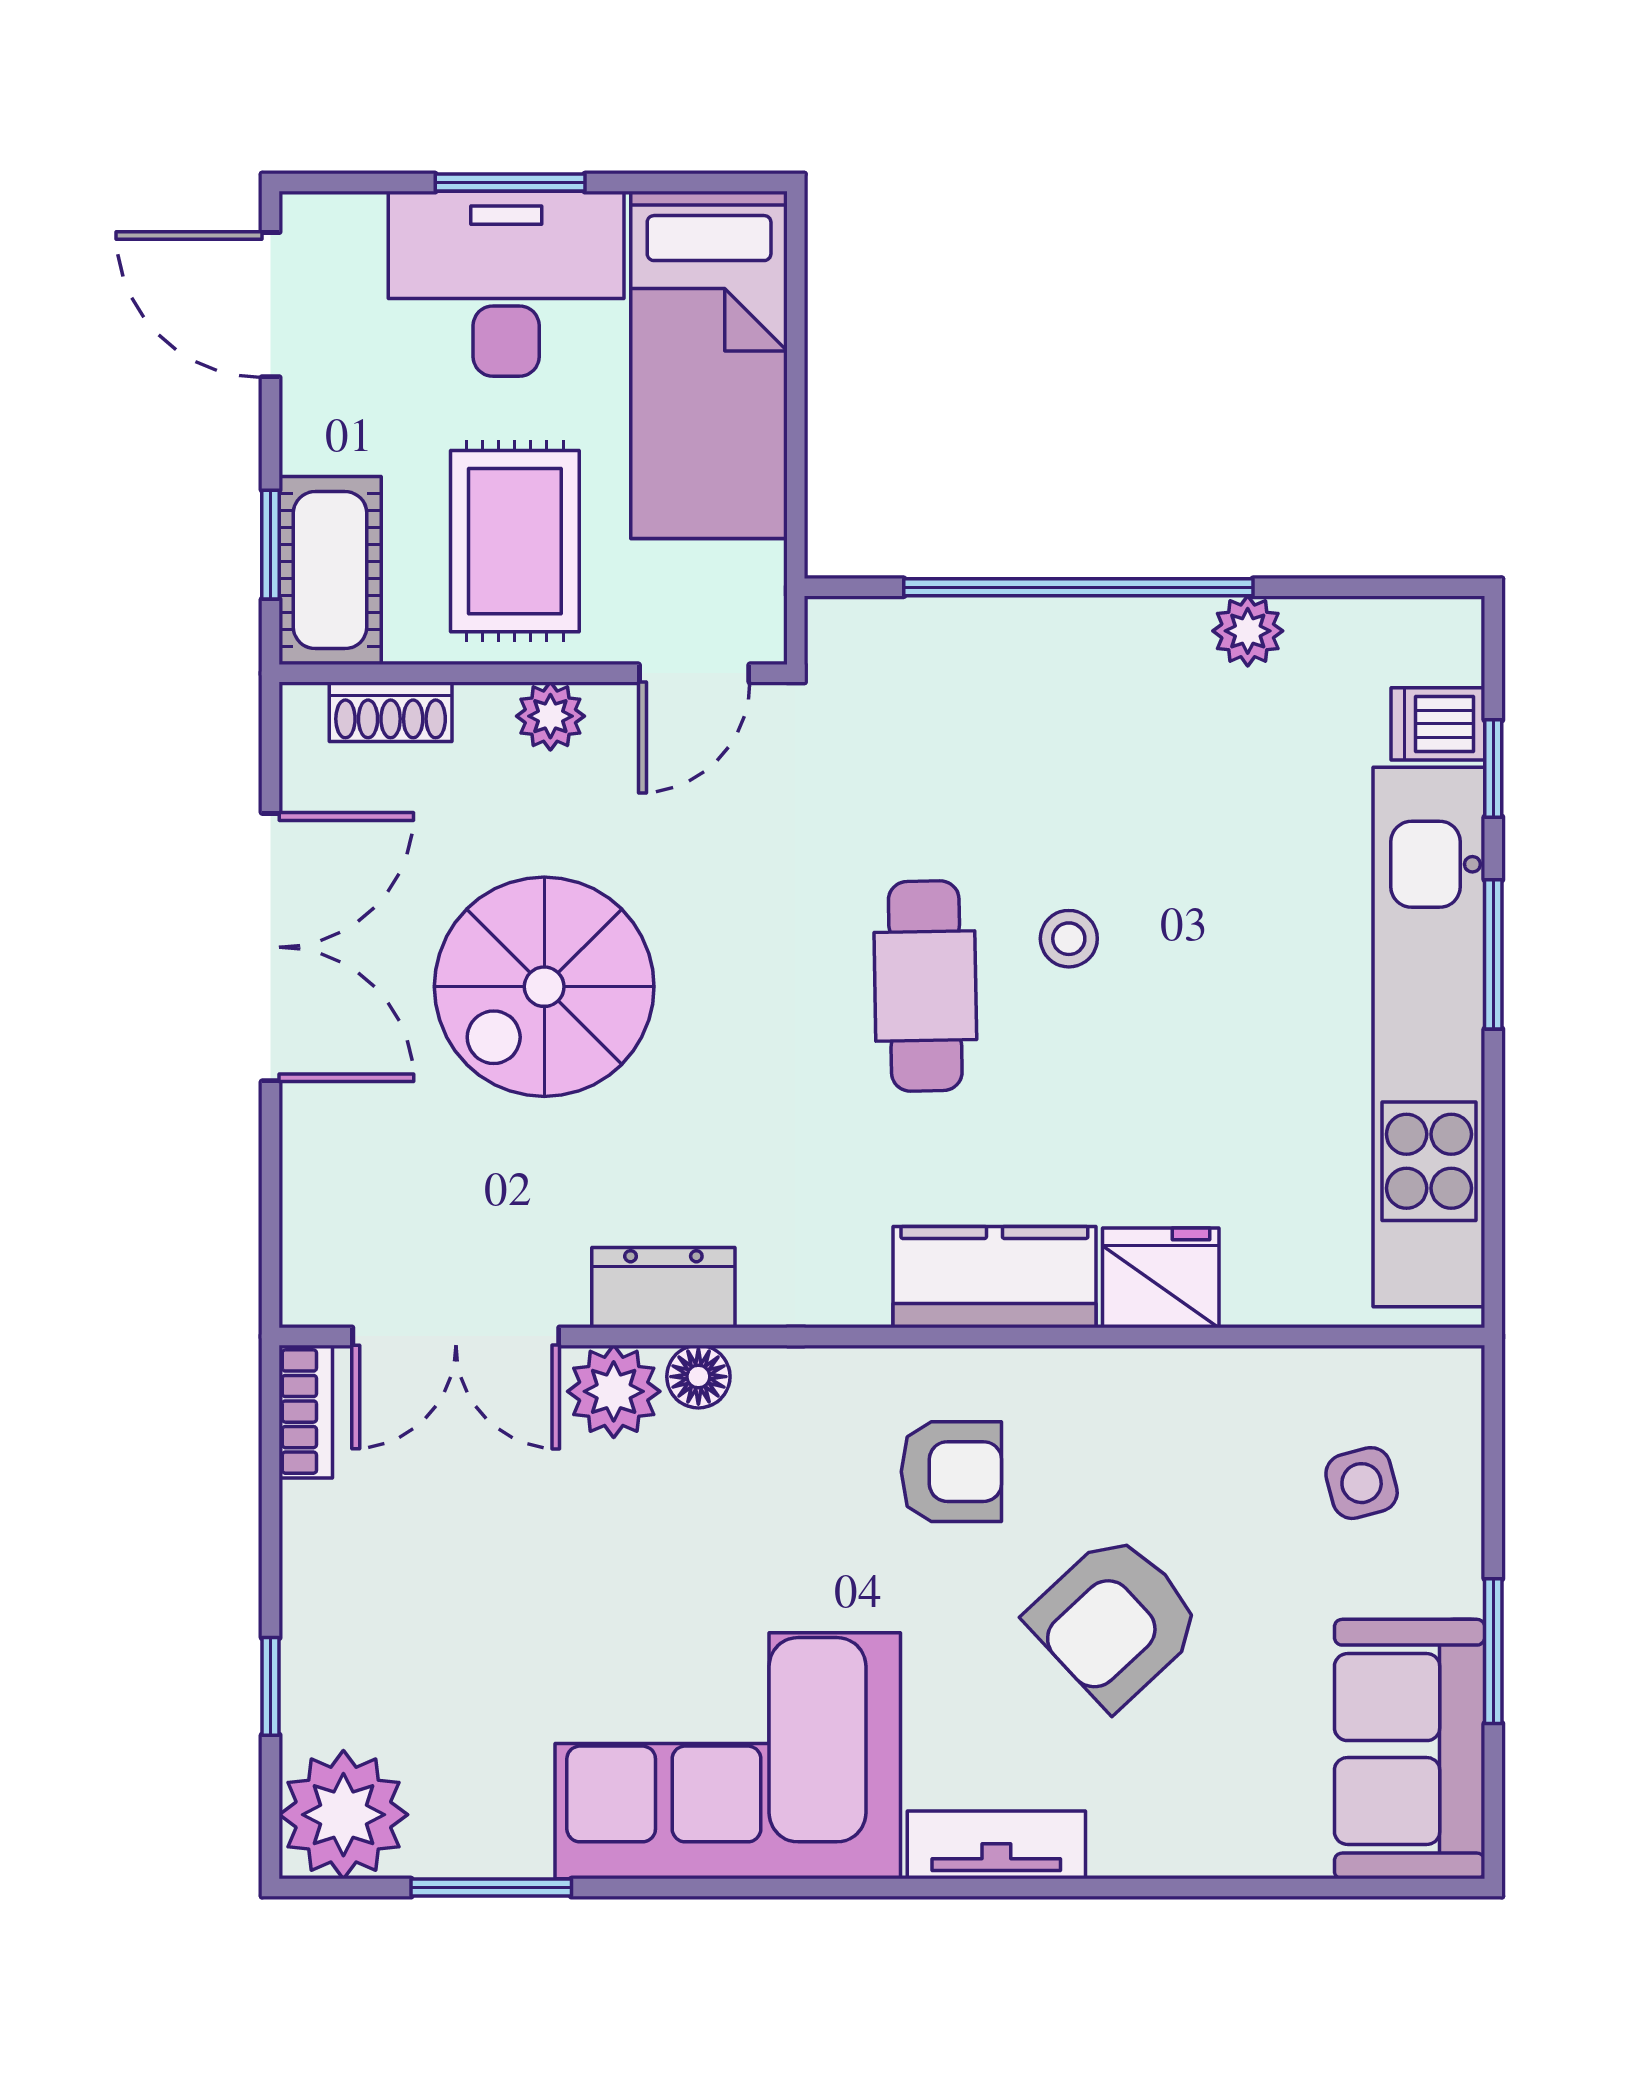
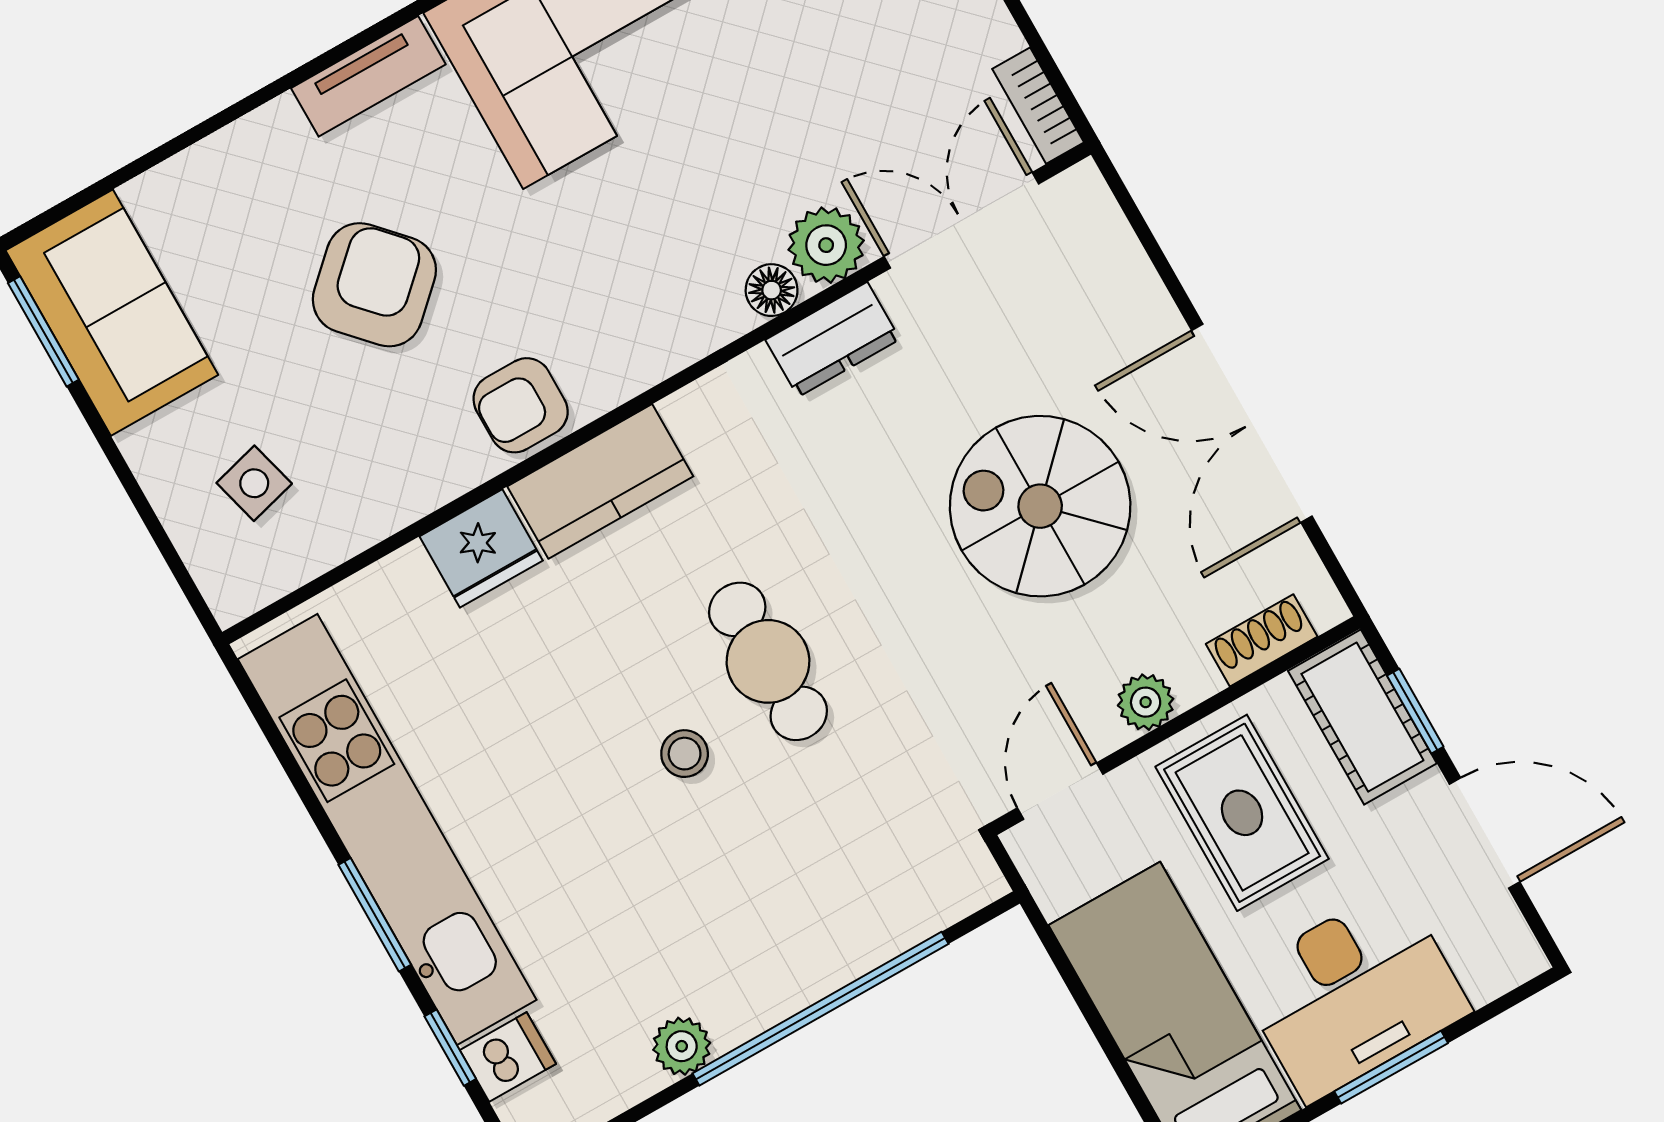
door: (271, 305) -> (1485, 833), moved
spiral stairs: (544, 987) -> (1040, 506), turned -90
armchair: (951, 1472) -> (521, 405), moved
window: (1493, 1651) -> (43, 331), moved

